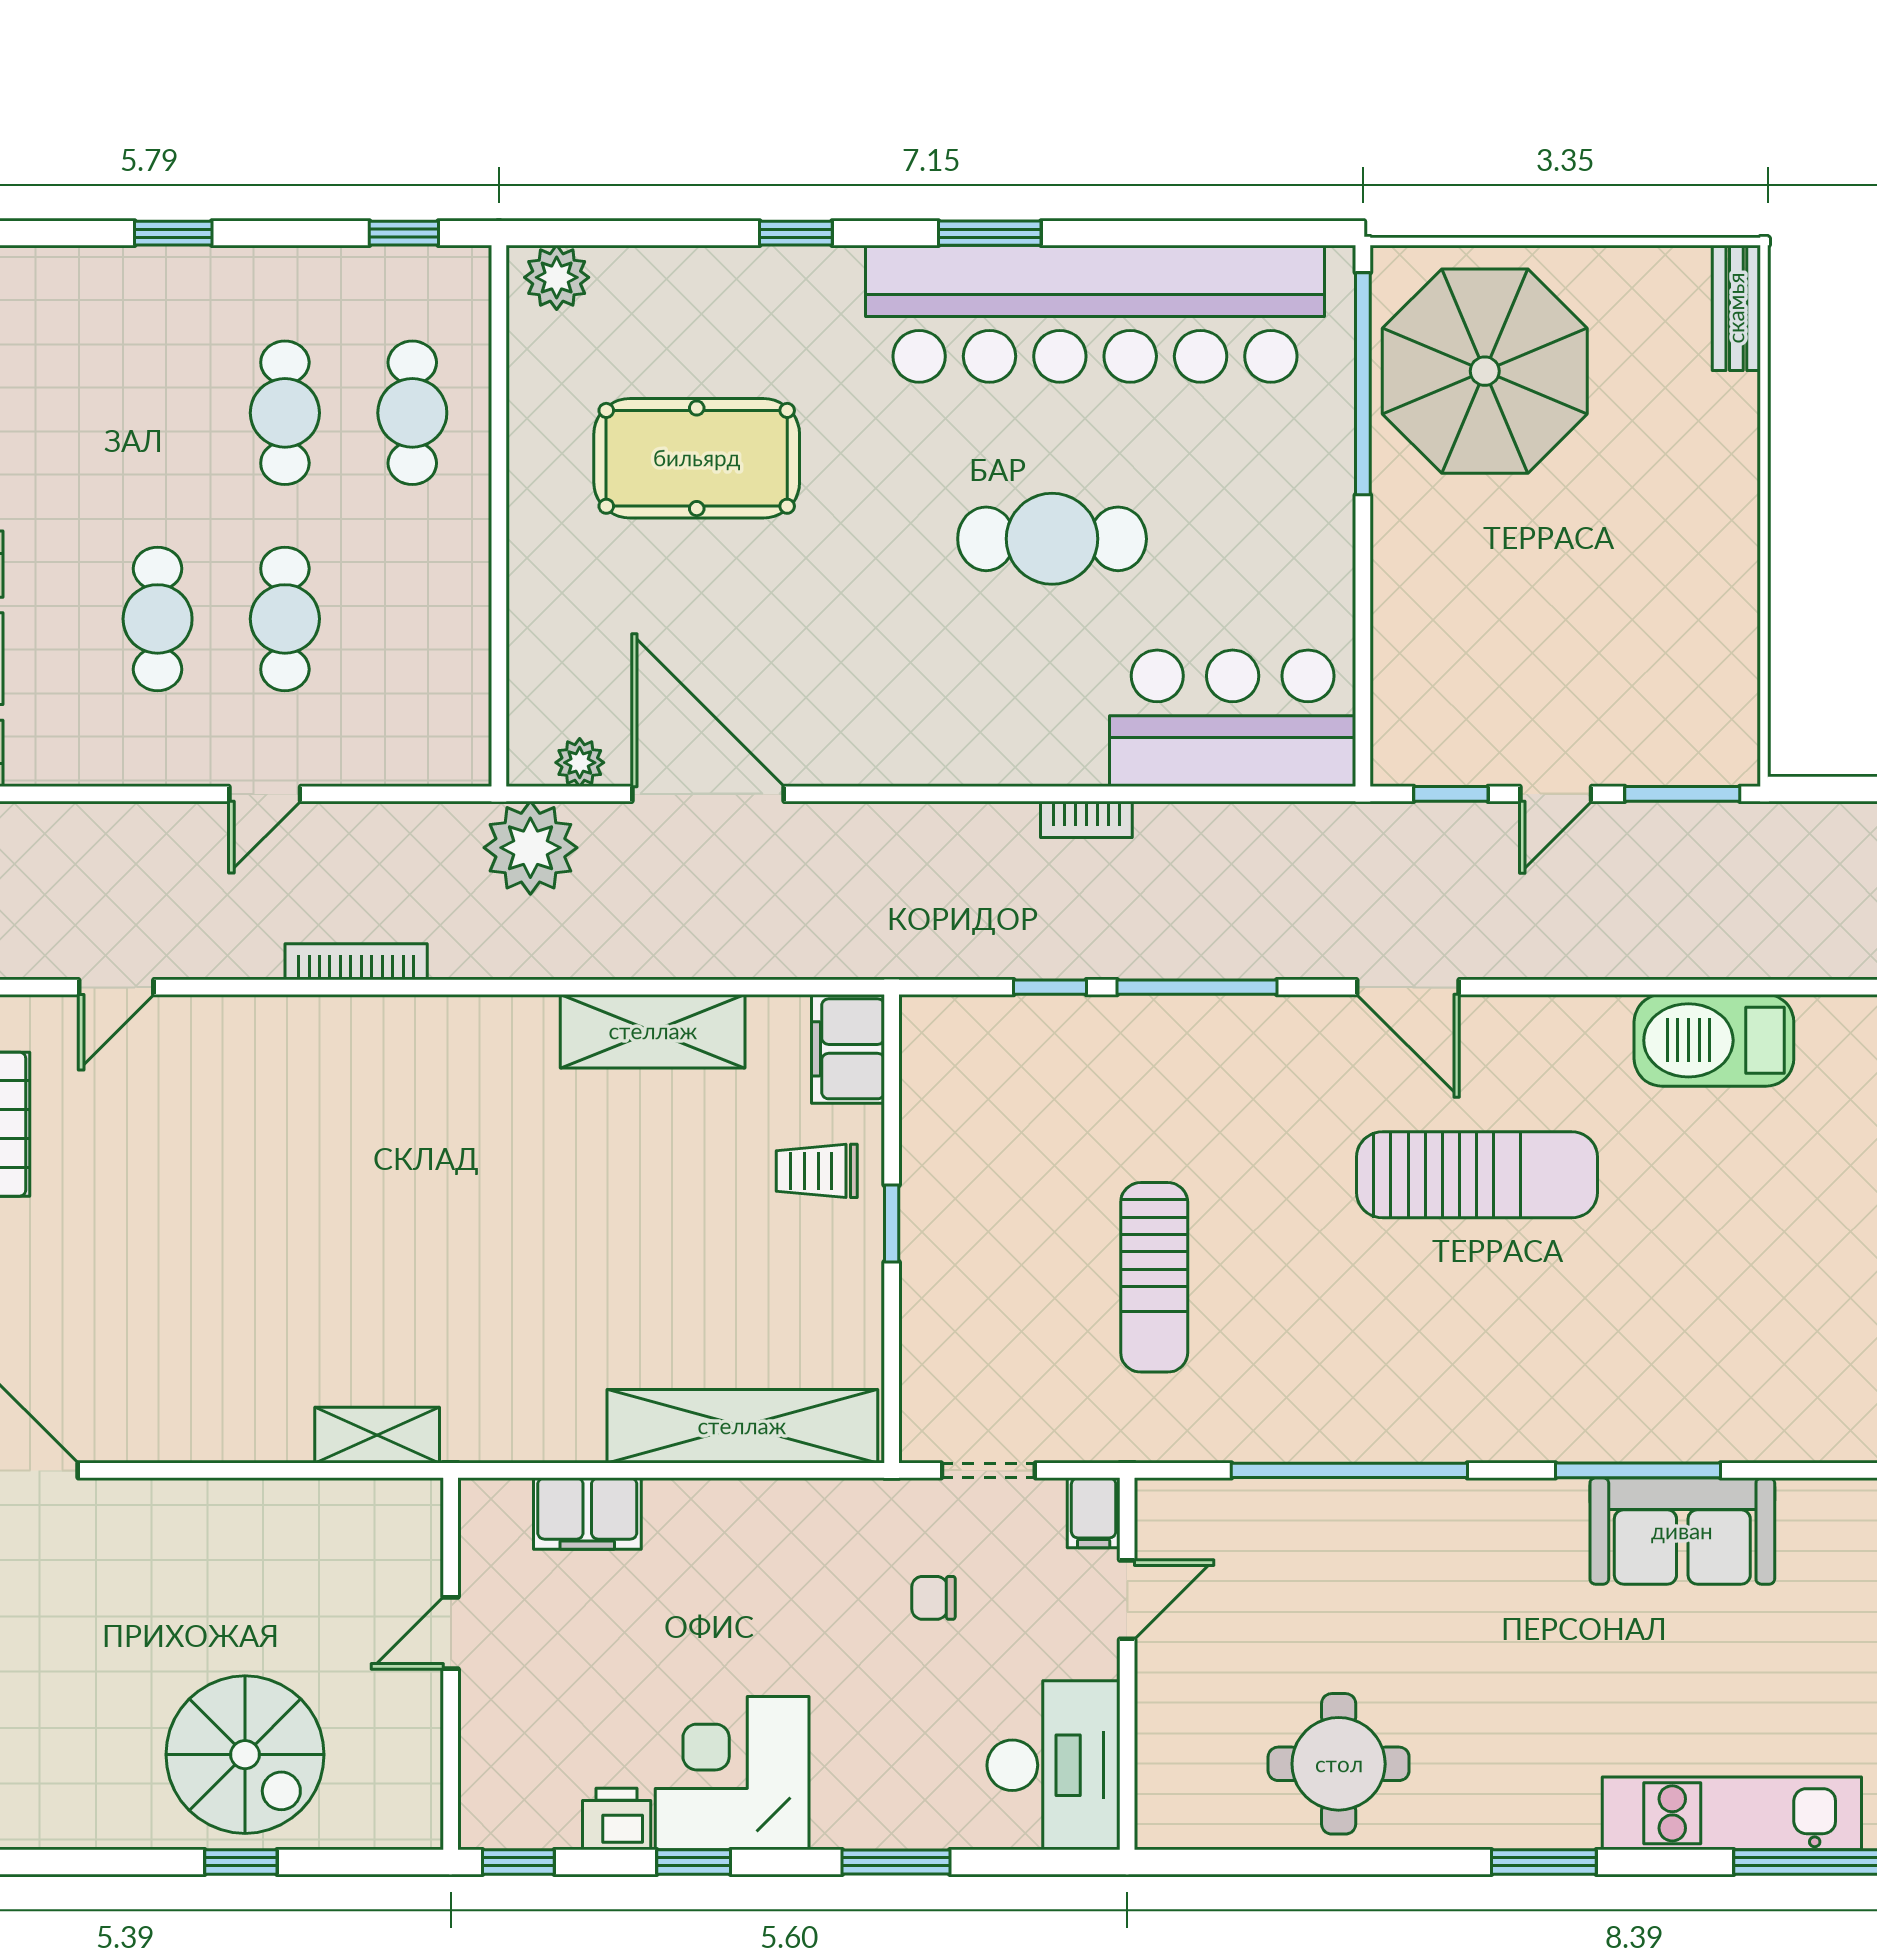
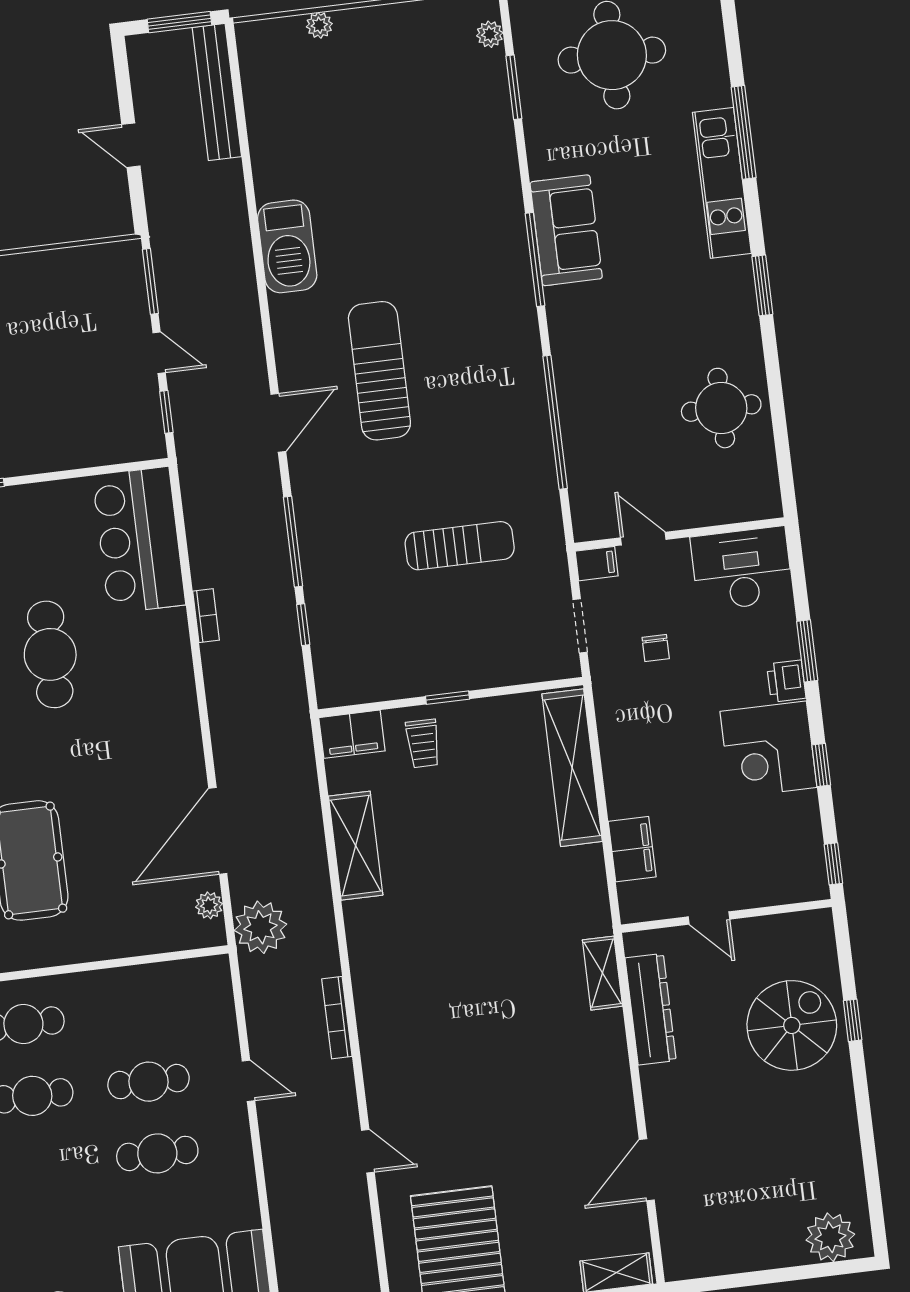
dresser: (304, 1512) -> (651, 1009), added
printer: (617, 1819) -> (786, 681), moved

